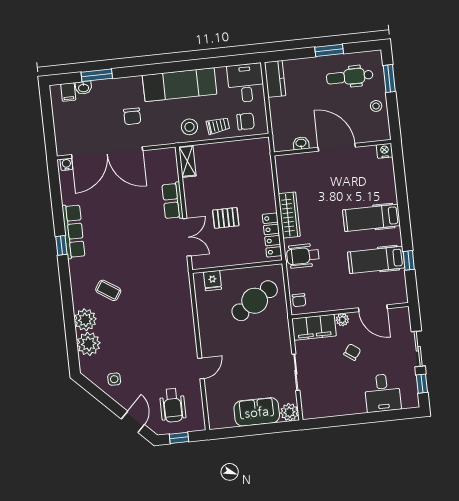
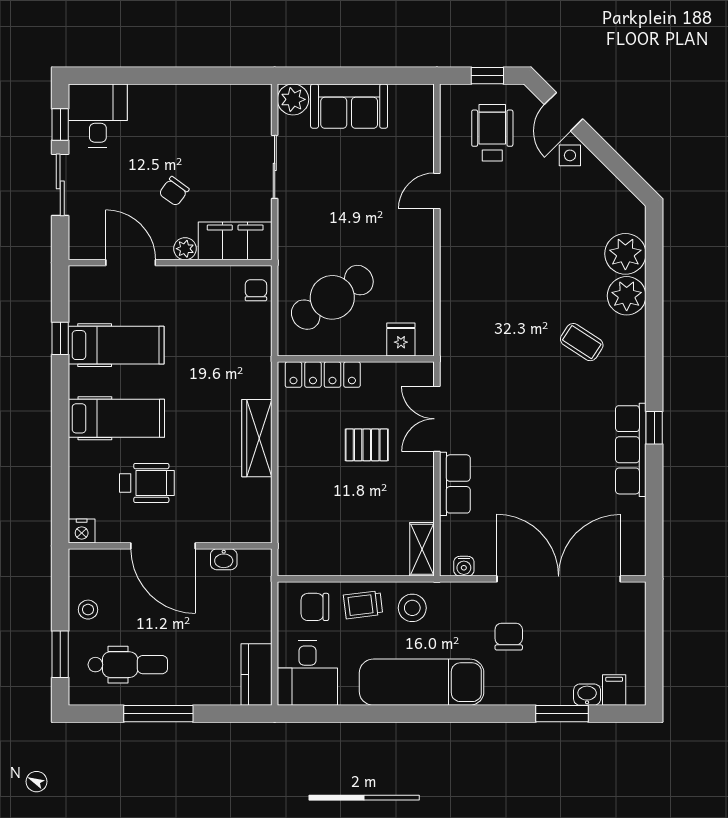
window: (329, 50) -> (158, 714), width x1.44
water cooler: (66, 164) -> (464, 566), moved
locker: (272, 235) -> (323, 375), moved, turned 90
wheelchair: (303, 256) -> (147, 483), moved
side table: (114, 379) -> (570, 155), moved
desk: (383, 393) -> (98, 116), moved

